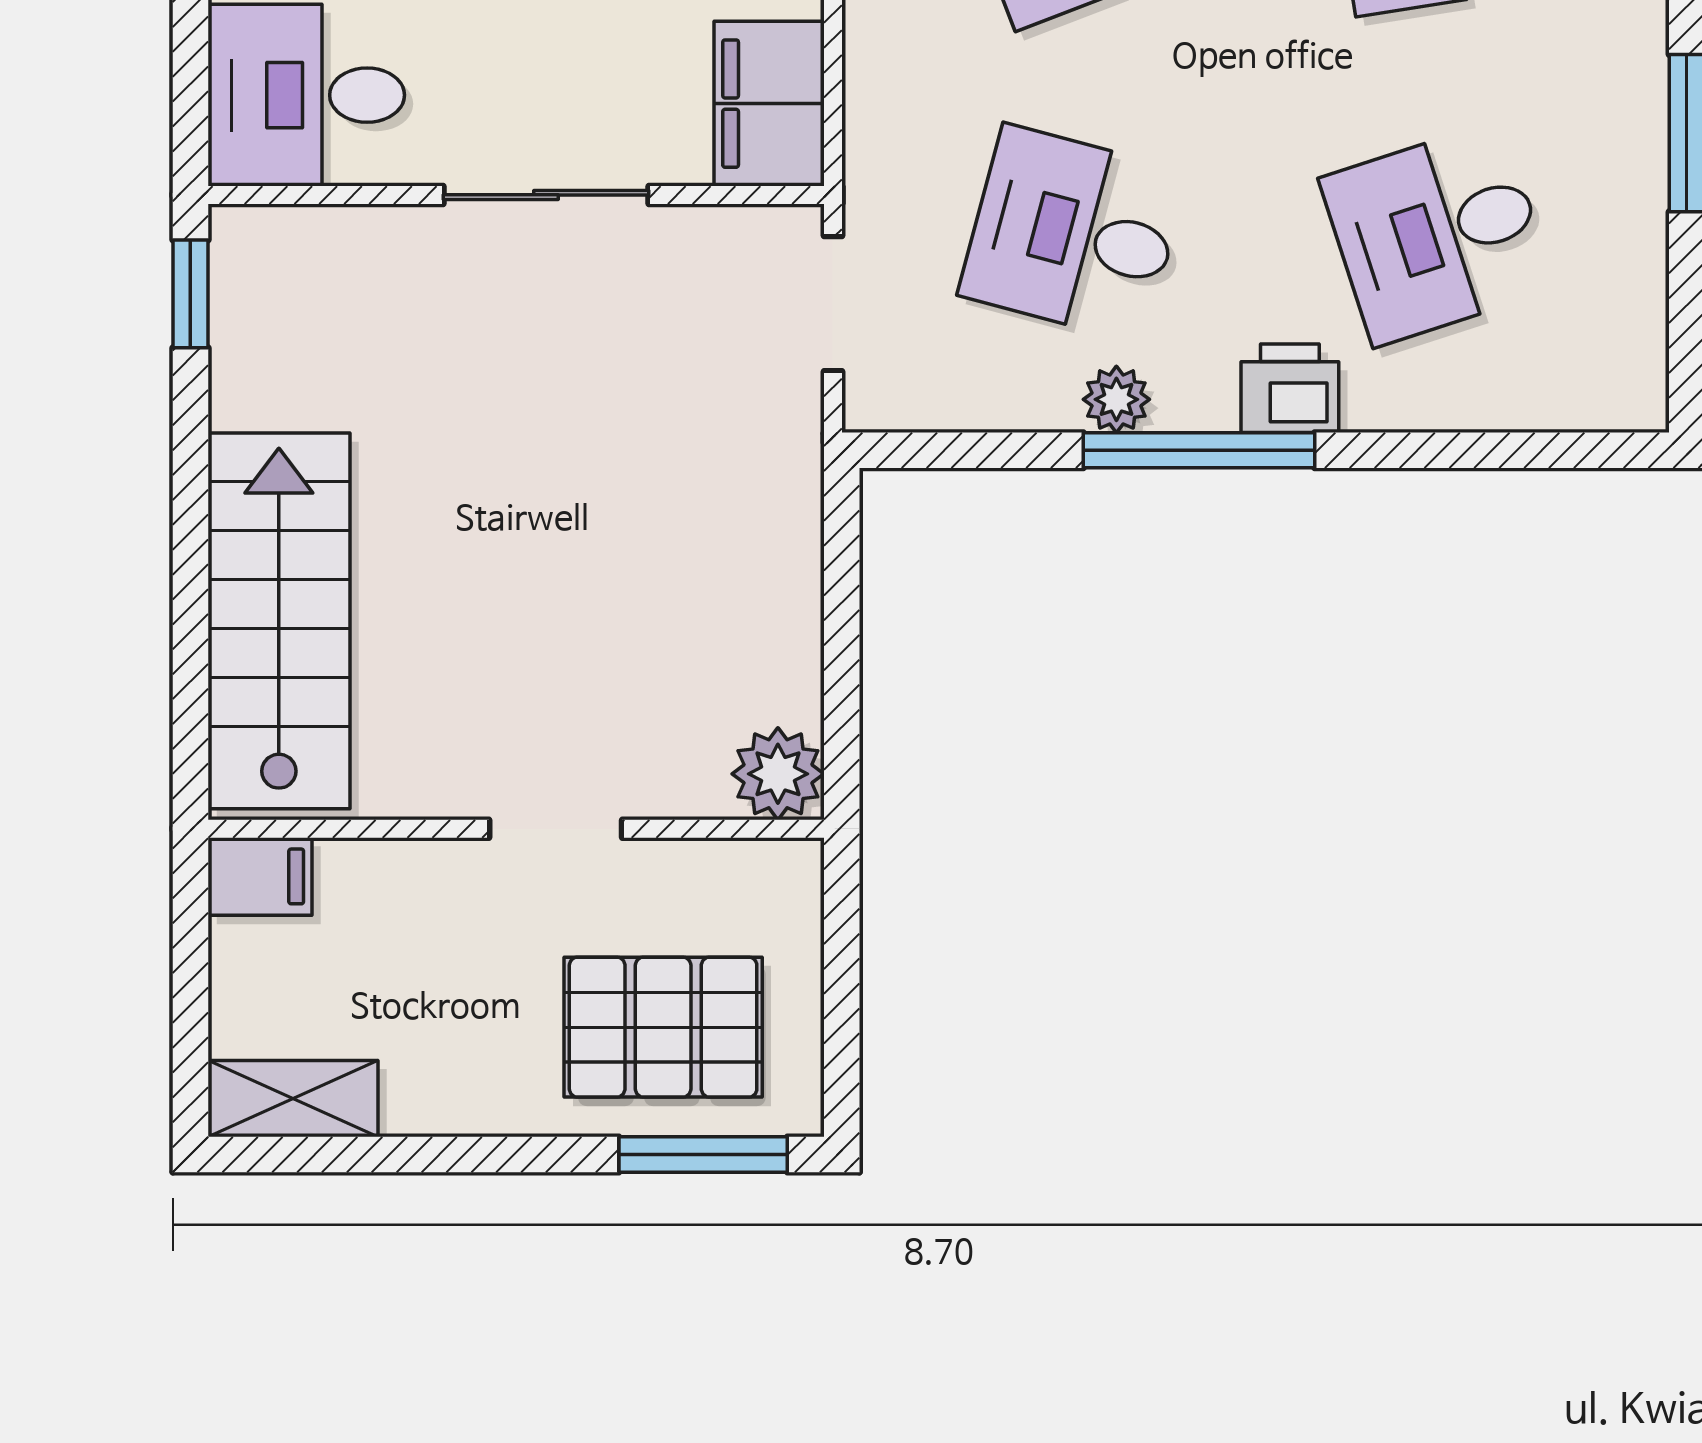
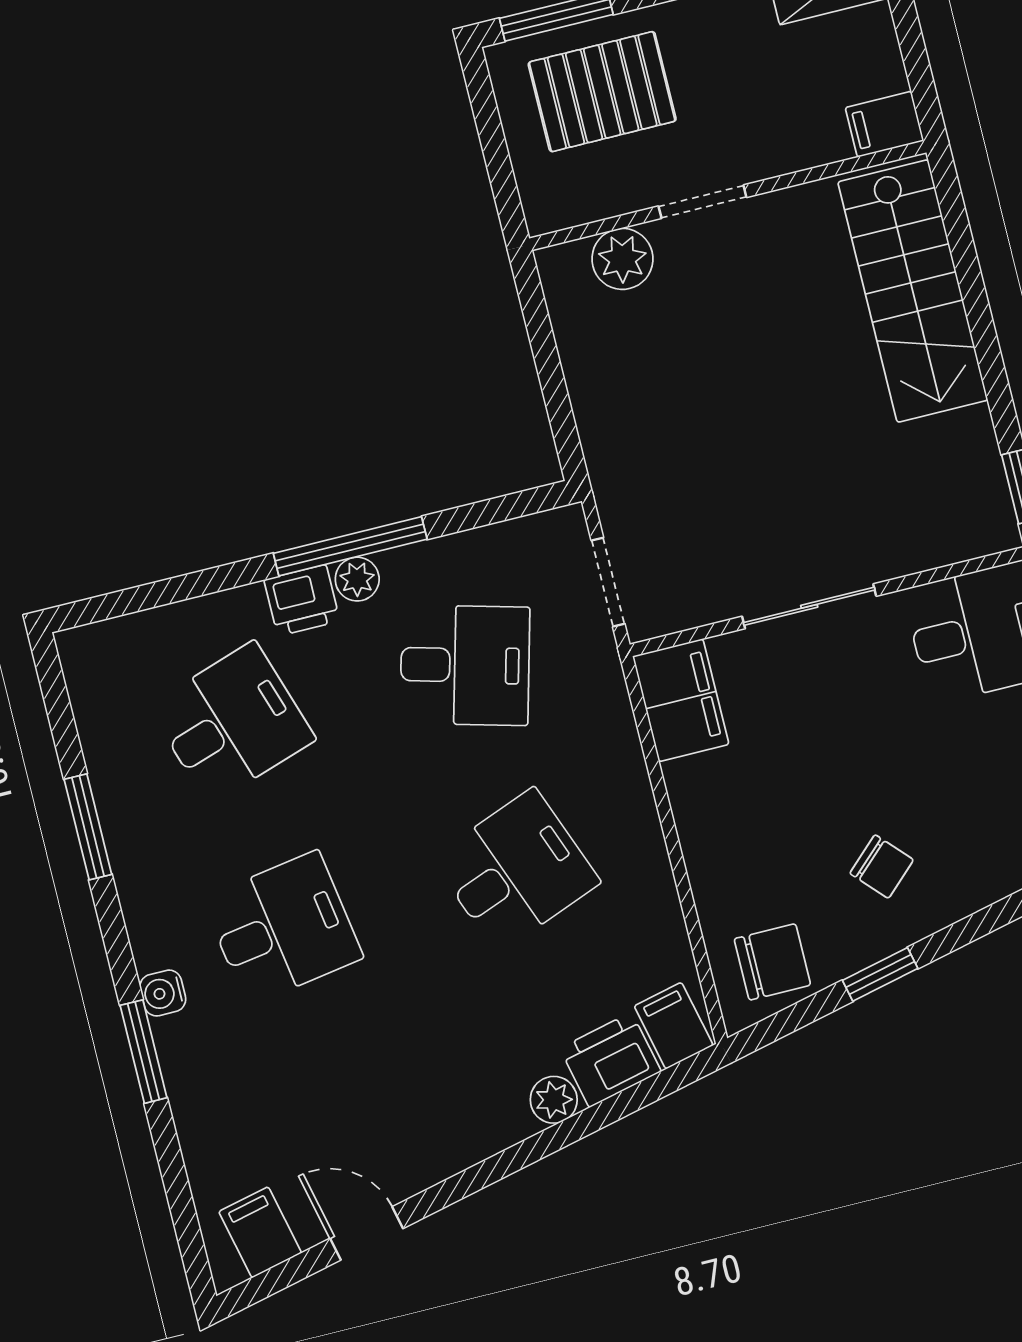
plant: (1116, 399) -> (357, 579), moved
plant: (778, 774) -> (622, 259), moved

